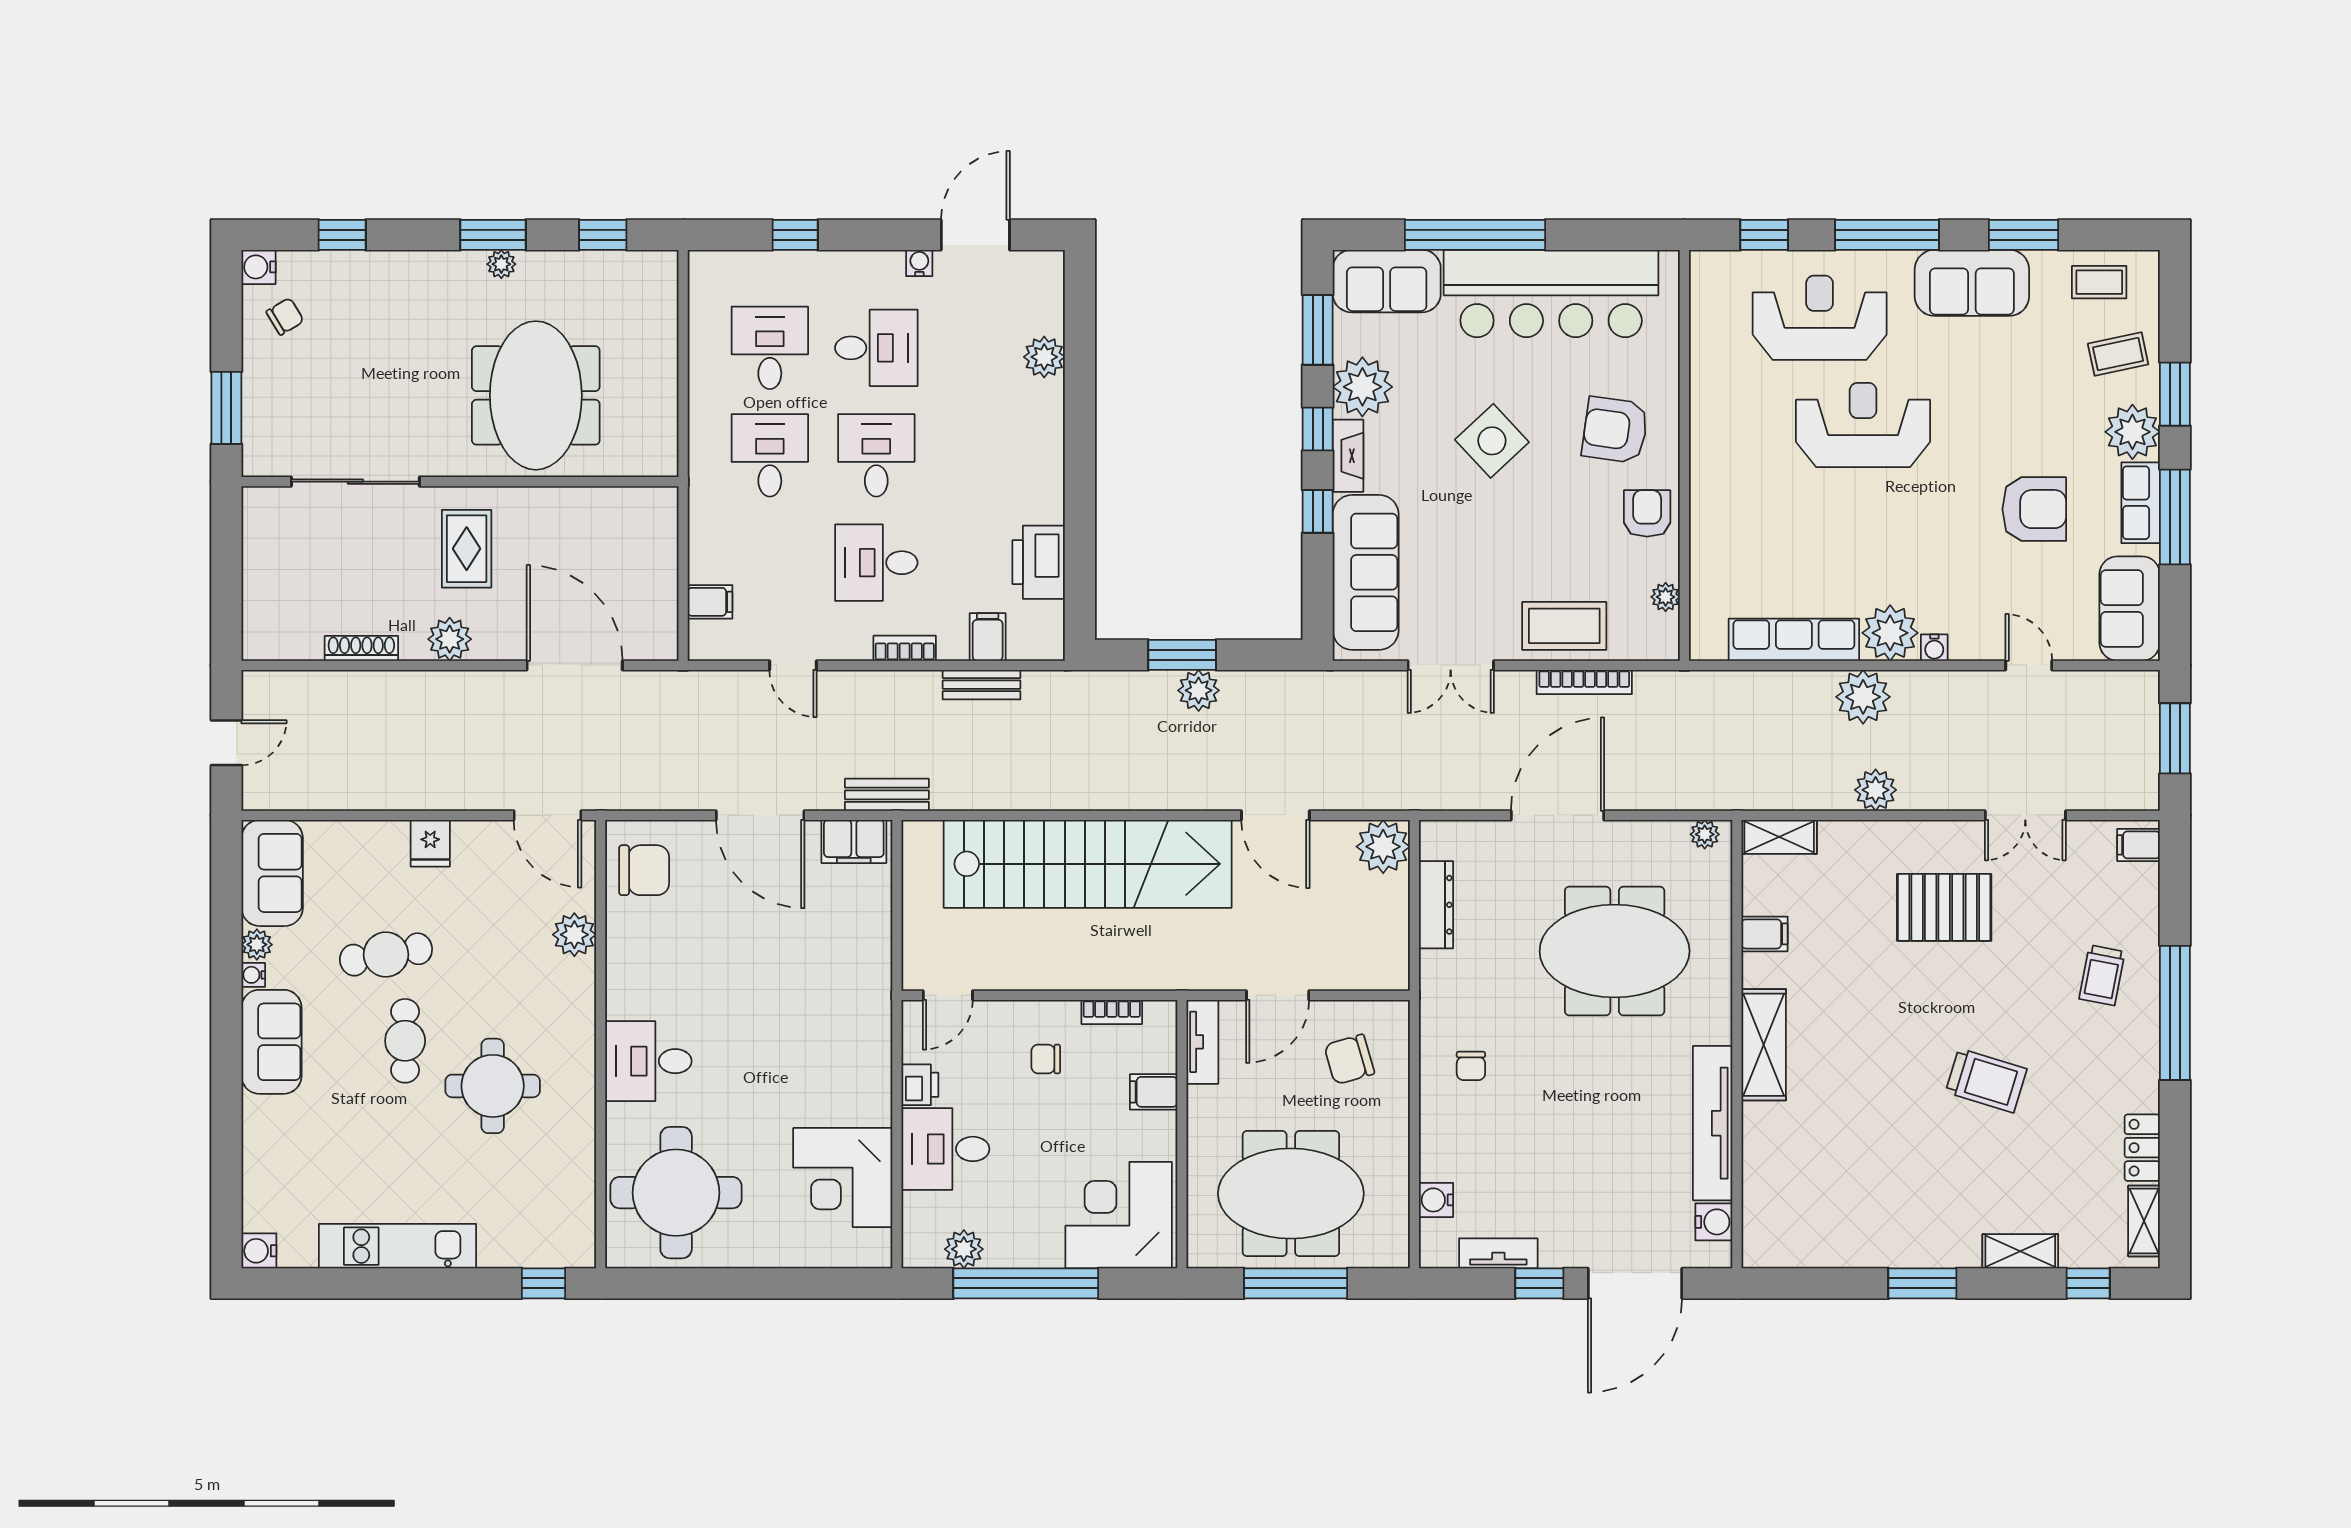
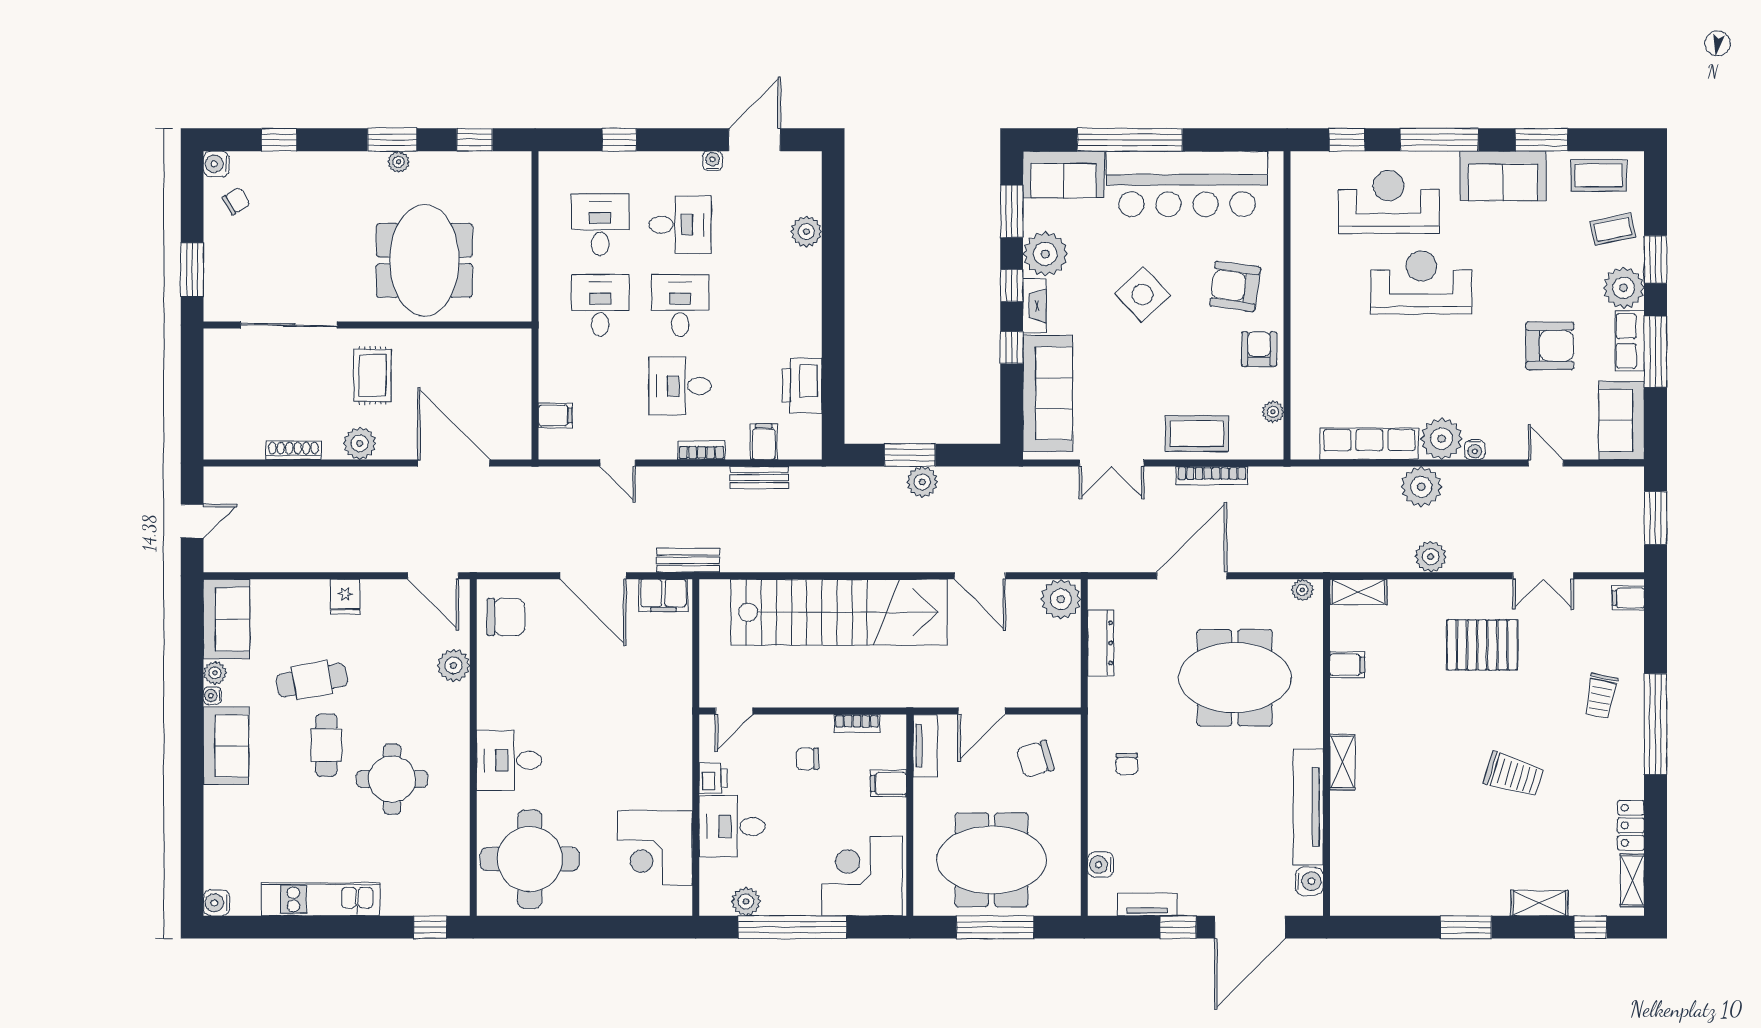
coffee table: (2099, 282) -> (1599, 175), width x1.36, depth x1.30
shelving: (1764, 1045) -> (1342, 762), width x0.67, depth x0.75

